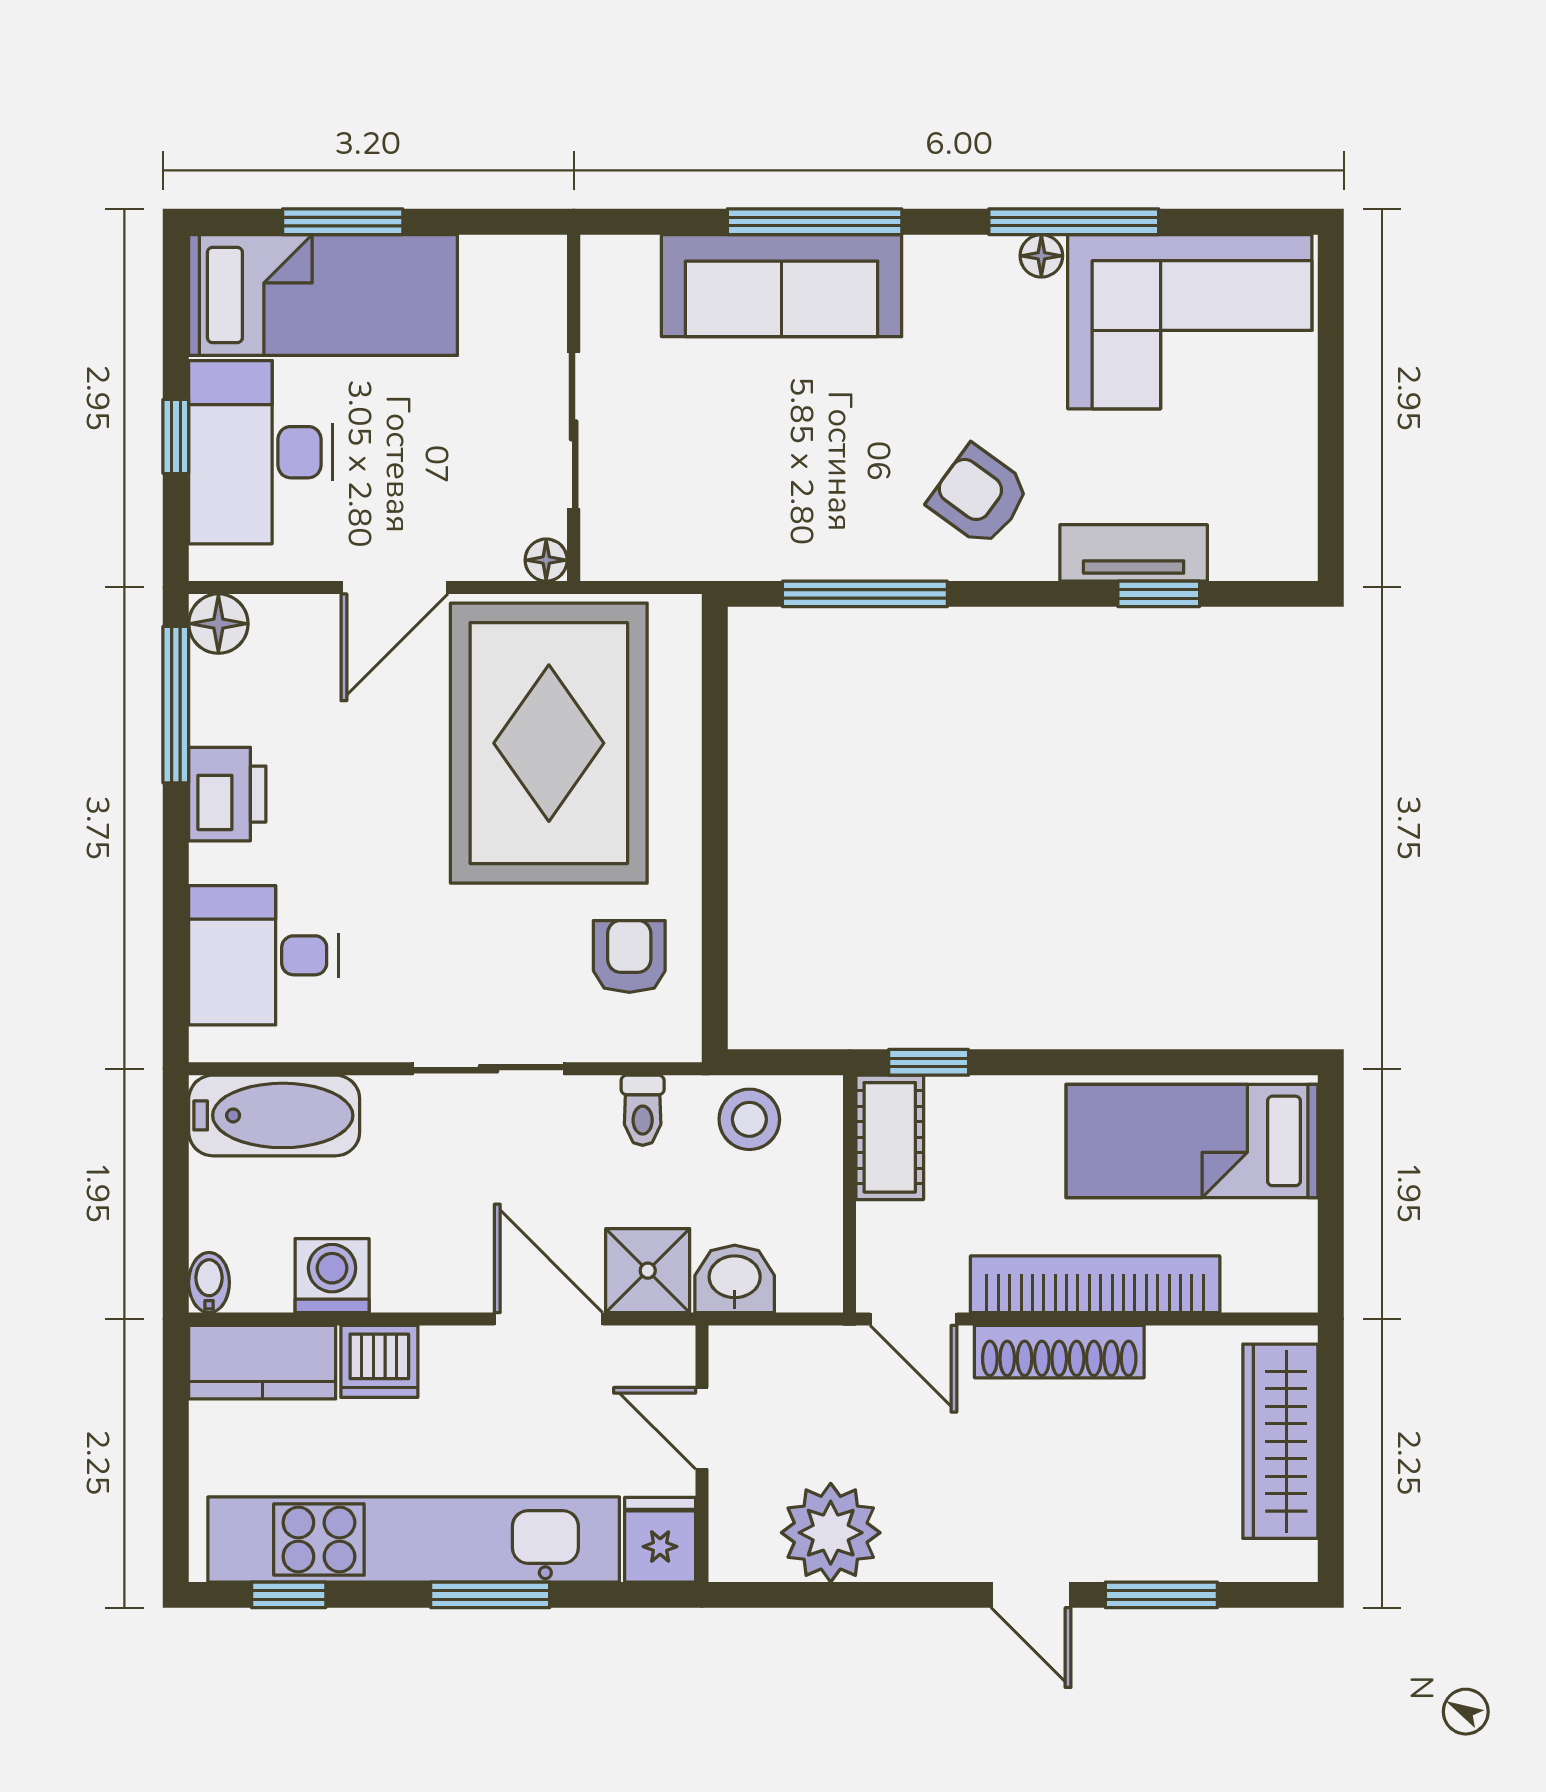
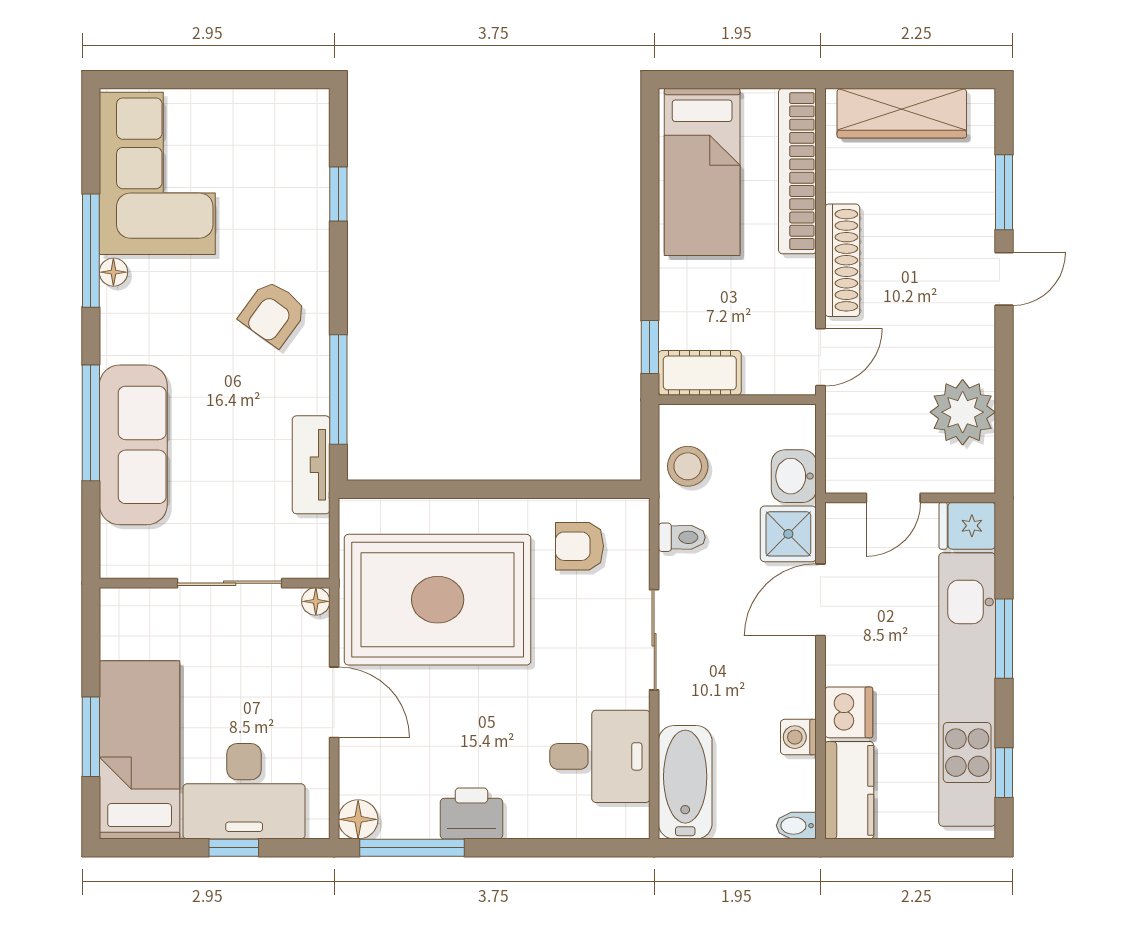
tv unit: (1134, 553) -> (311, 465), moved
desk: (264, 955) -> (600, 756), moved, turned -90
washing machine: (332, 1276) -> (798, 737), width x0.73, depth x0.73
bookcase: (1095, 1284) -> (797, 171), moved

